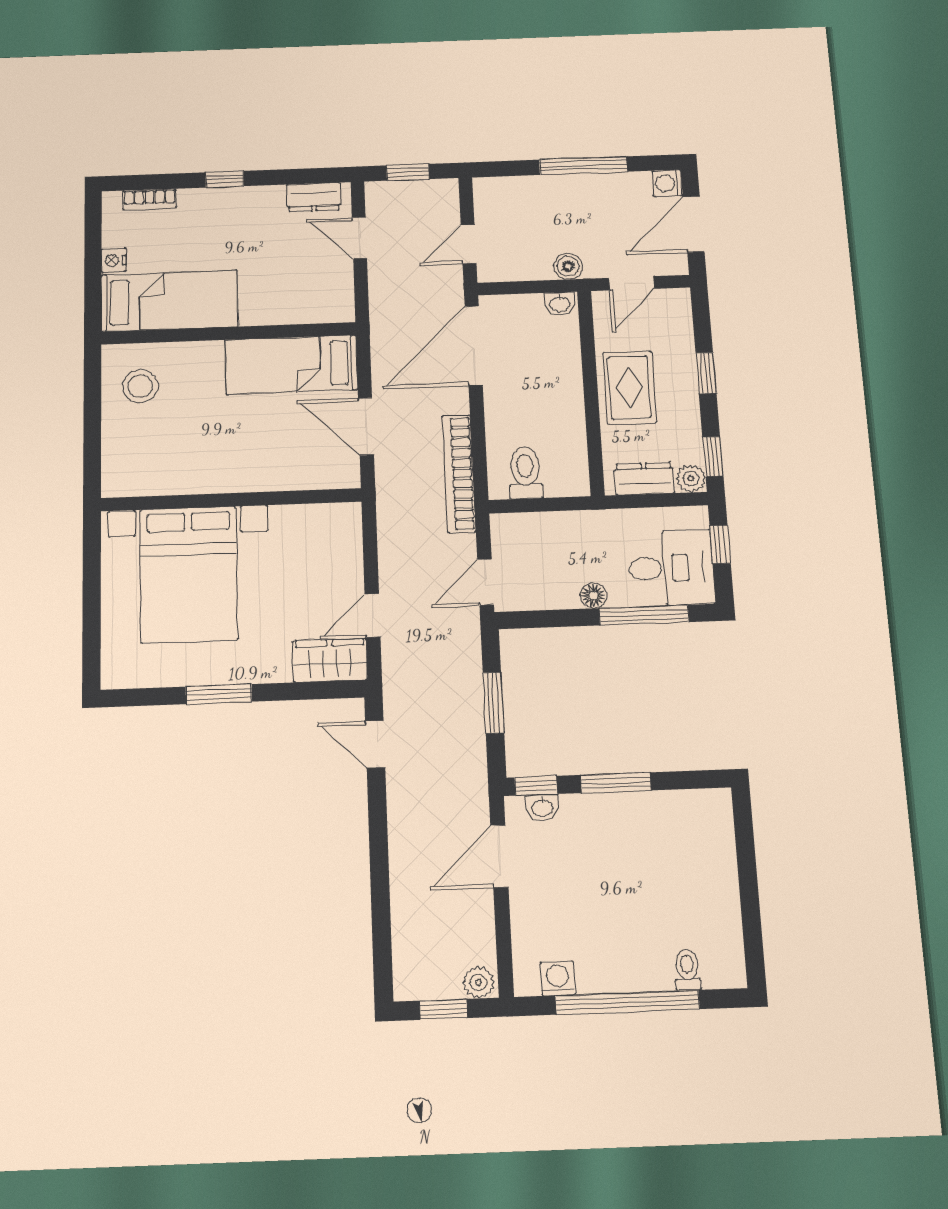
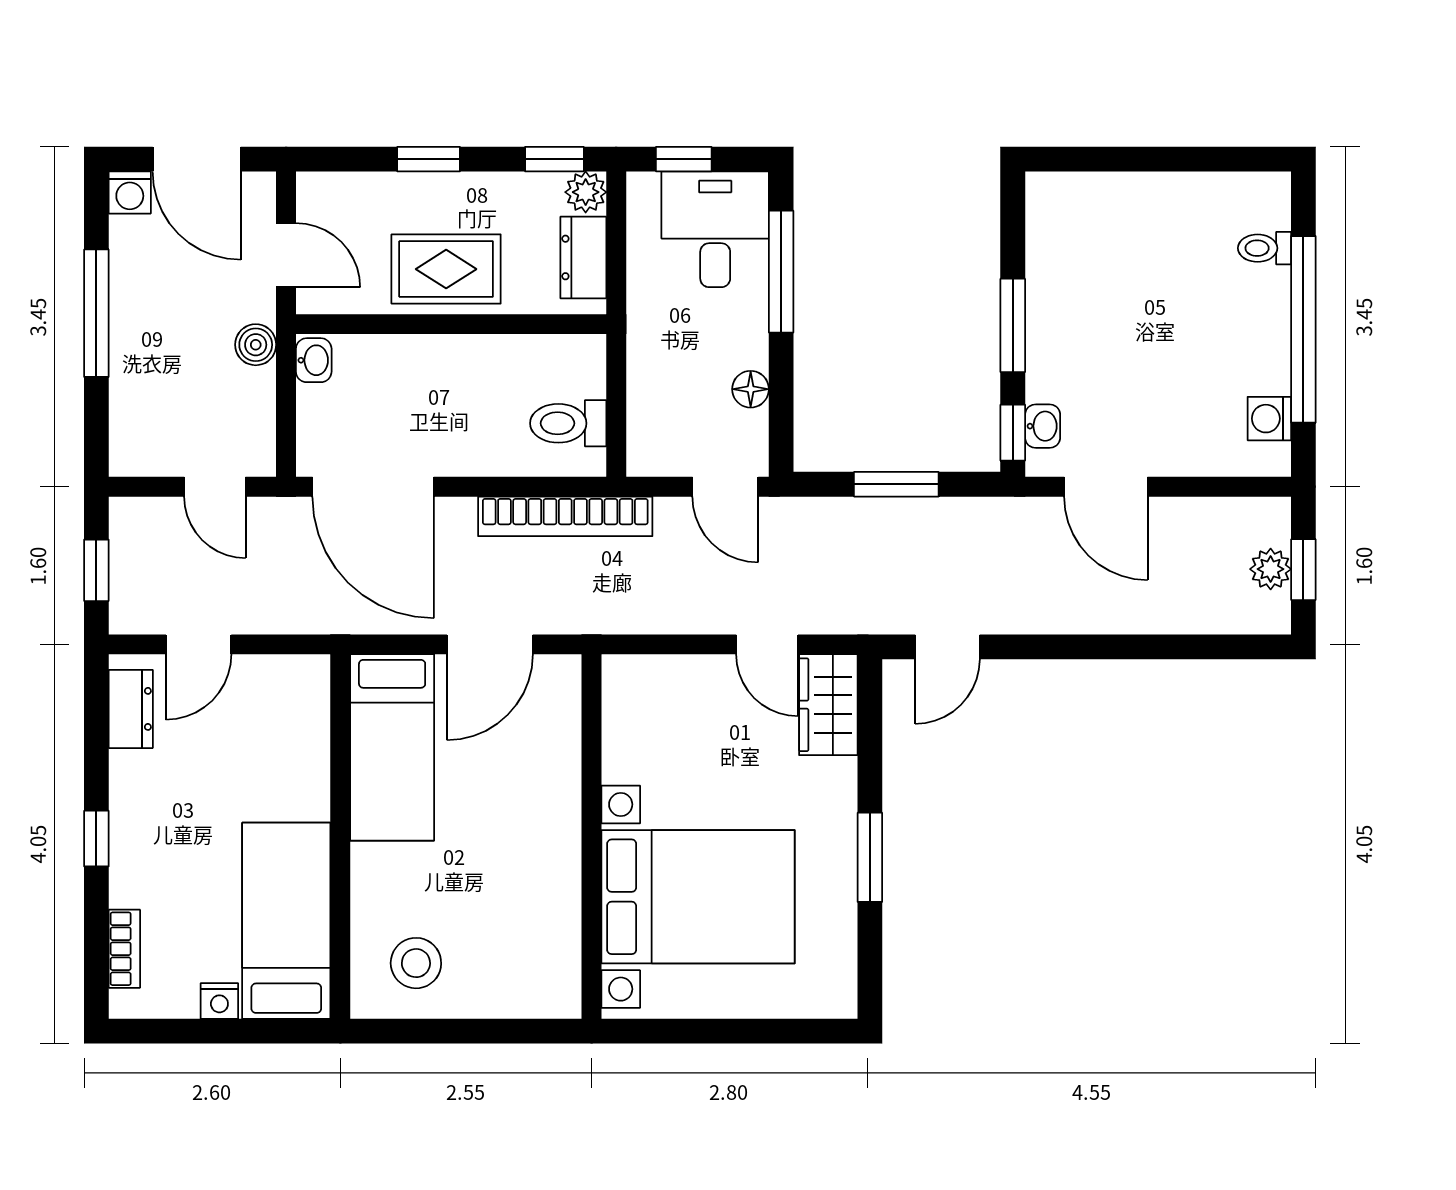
floor lamp: (593, 596) -> (751, 389), moved
plant: (478, 982) -> (1271, 569), moved

